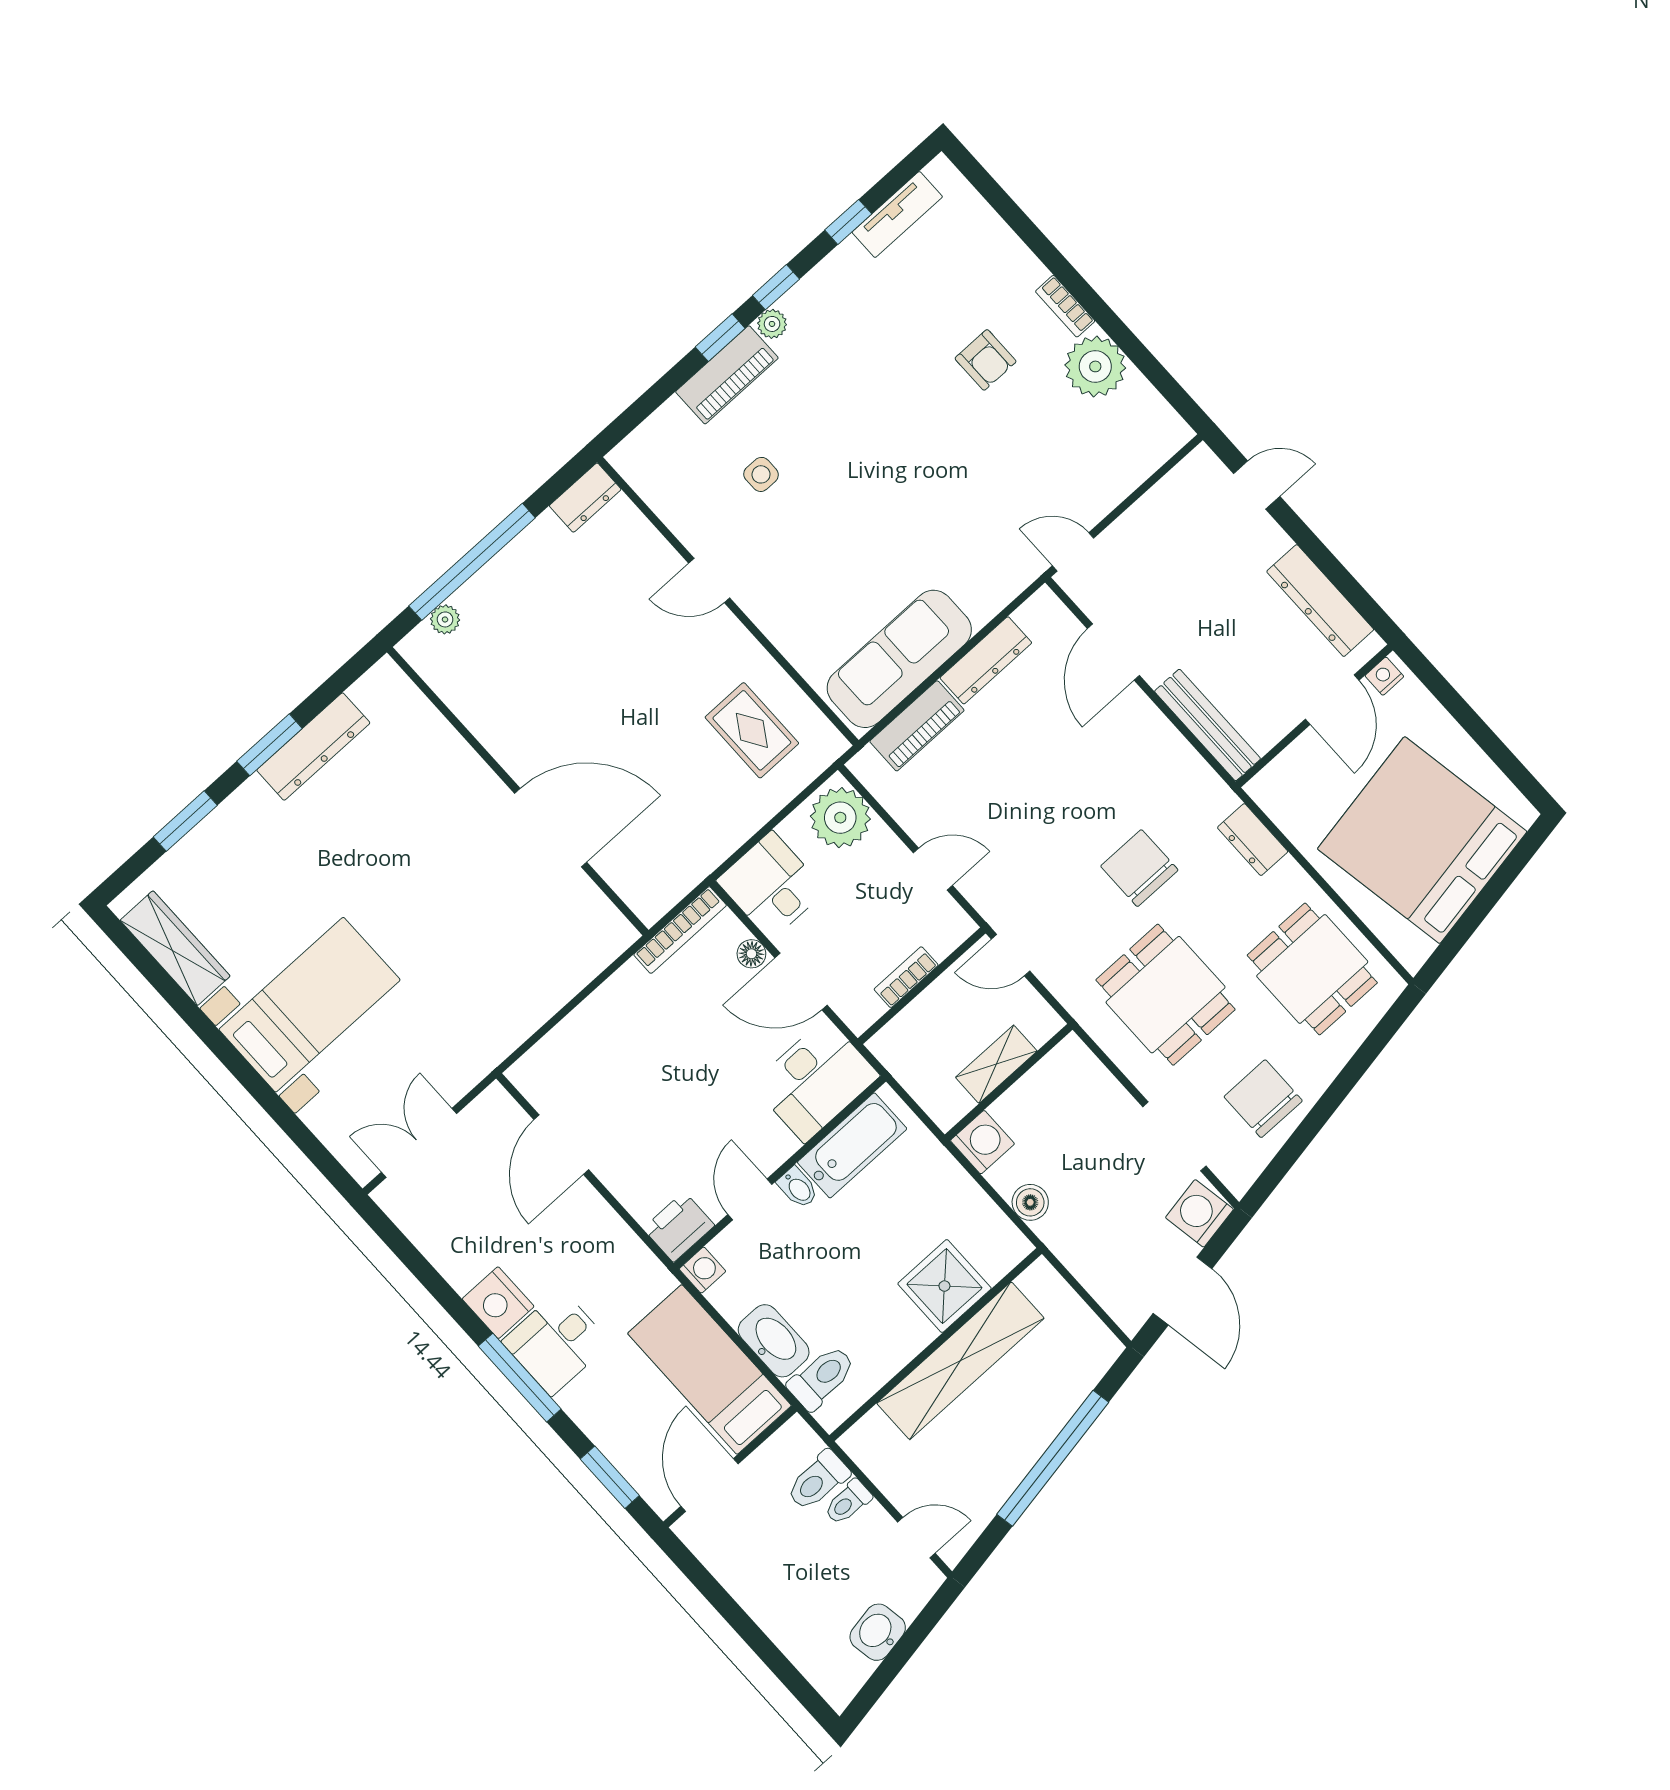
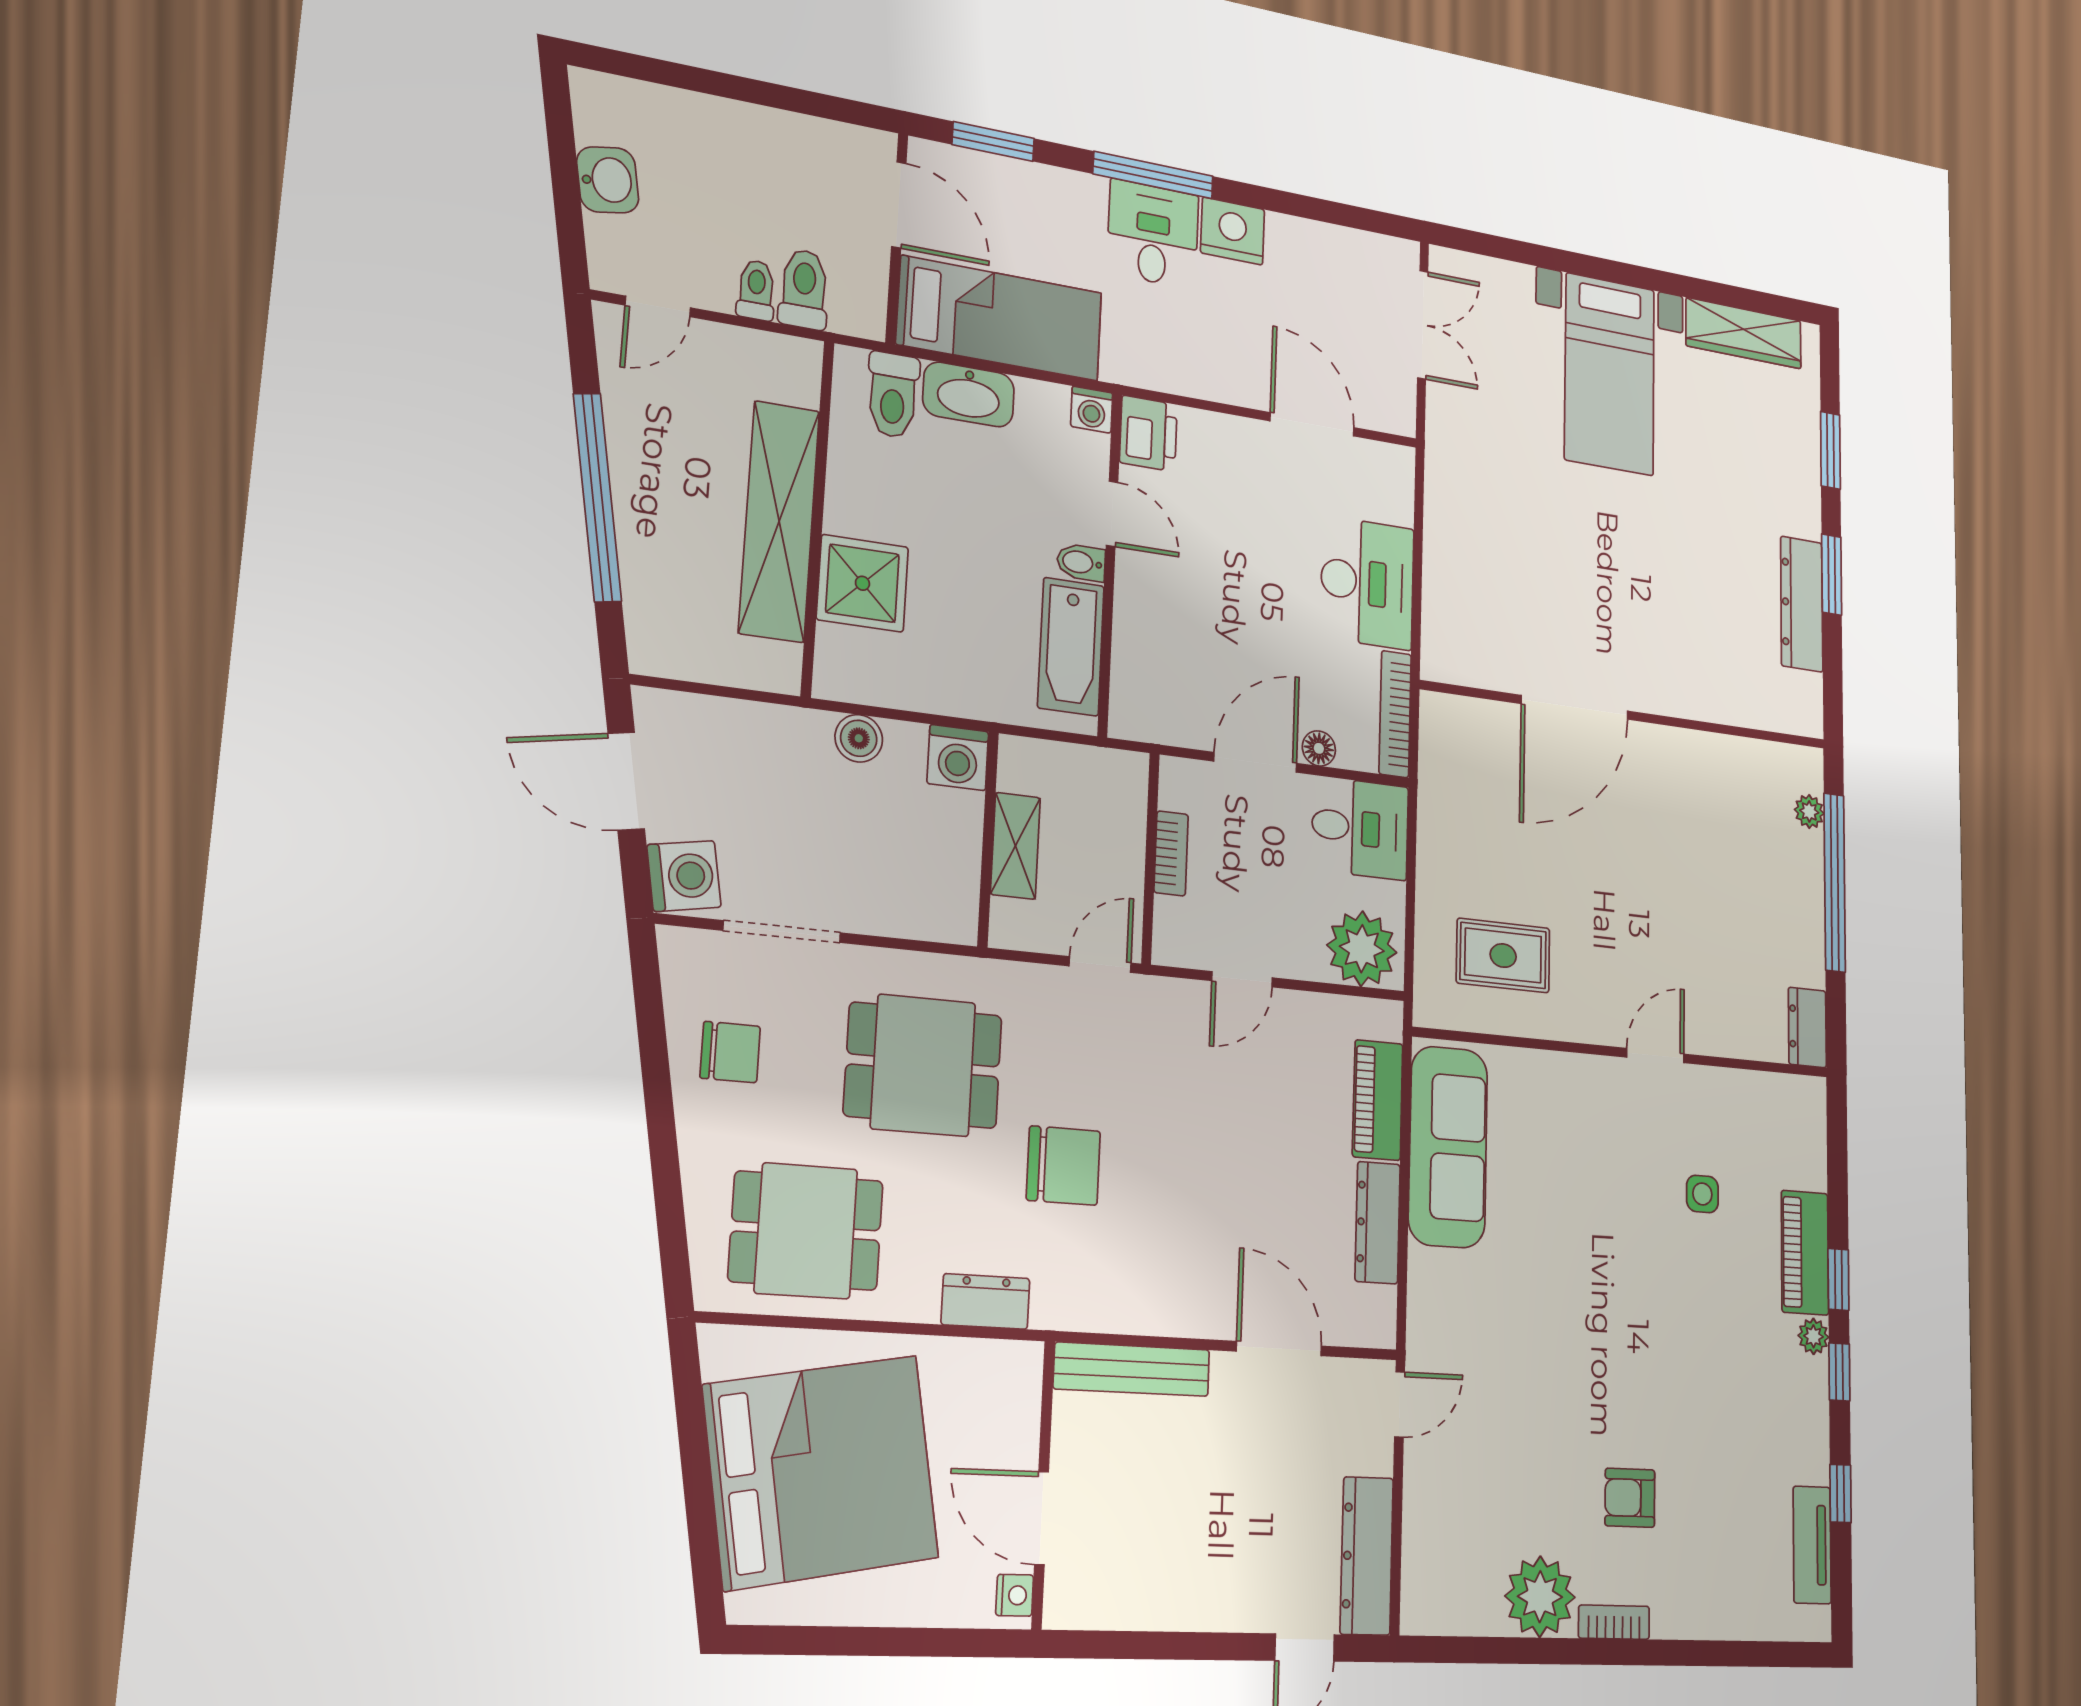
dresser: (1320, 601) -> (1367, 1556), moved, turned -90
desk: (816, 1080) -> (1367, 583), moved, turned 180
chair: (1263, 1099) -> (730, 1052), width x0.73, depth x0.73

